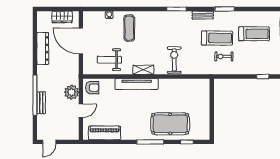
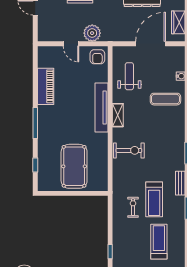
treadmill: (254, 34) -> (159, 242), turned 180
pool table: (170, 124) -> (74, 166), moved
piano: (105, 133) -> (46, 86), moved

